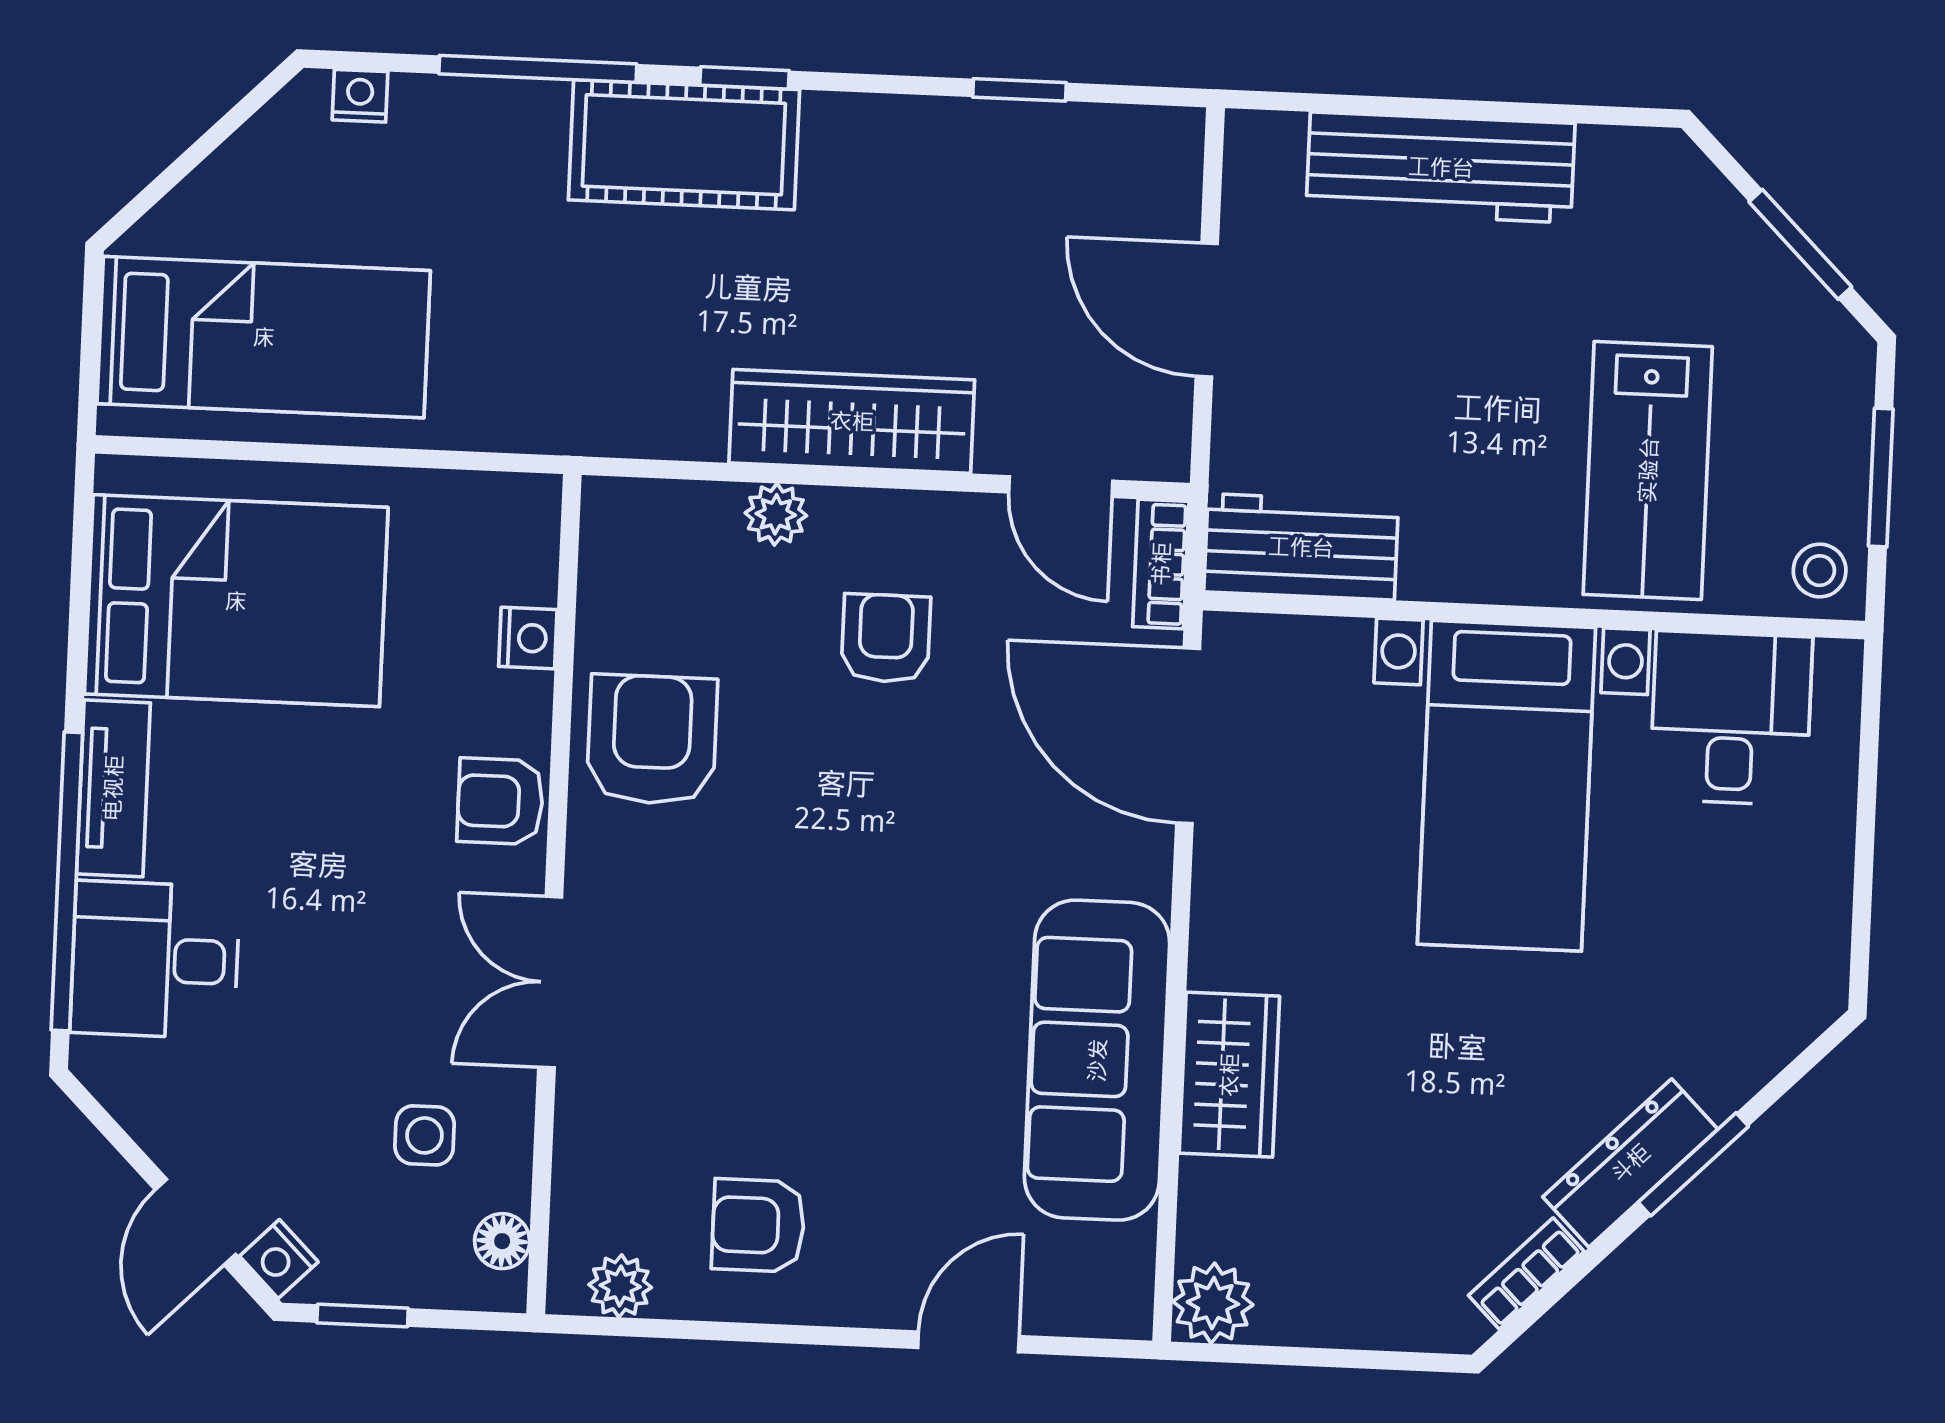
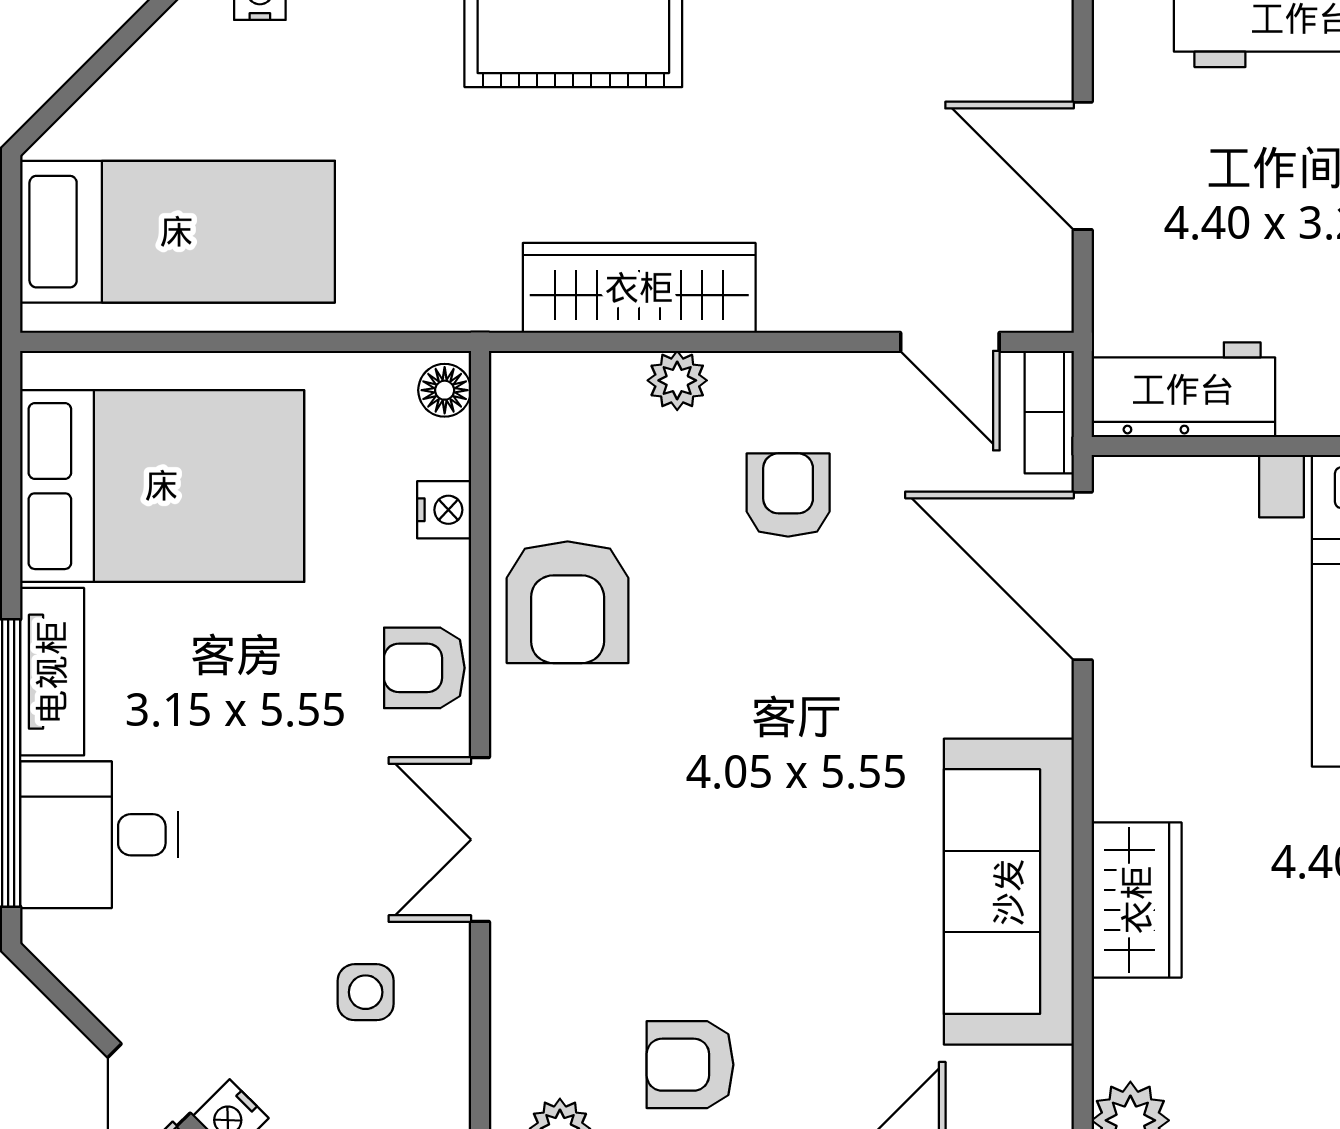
wardrobe: (852, 421) -> (639, 288), moved
armchair: (652, 740) -> (568, 602), turned 180
floor lamp: (502, 1241) -> (445, 390), moved

